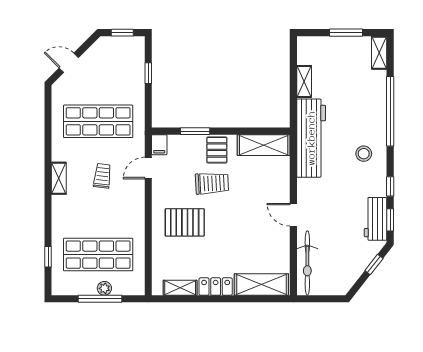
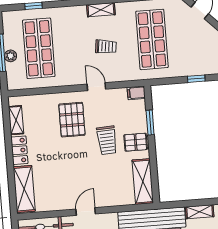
door: (148, 168) -> (96, 87), moved

